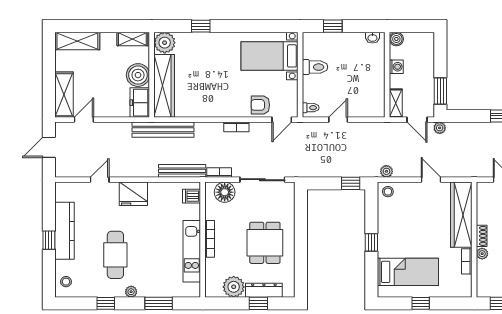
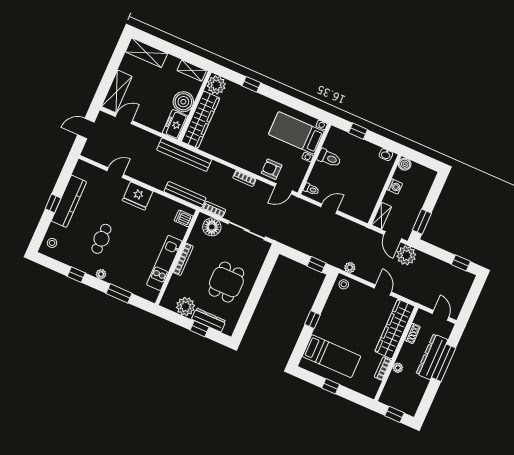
plant: (440, 128) -> (406, 255), width x1.87, depth x1.87
shoe rack: (482, 236) -> (412, 333), moved
cafe table: (115, 255) -> (101, 239), width x0.73, depth x0.74

